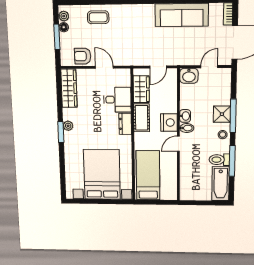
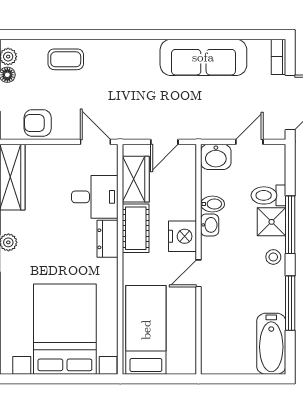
door: (104, 67) -> (95, 142), moved
bidet: (187, 128) -> (213, 204), moved
toilet: (219, 160) -> (268, 195), moved

